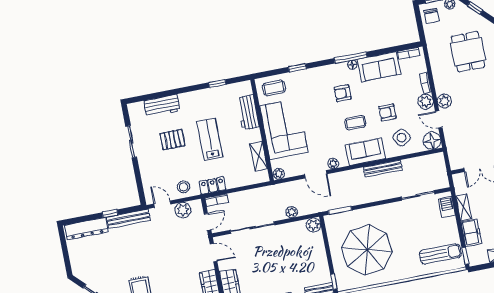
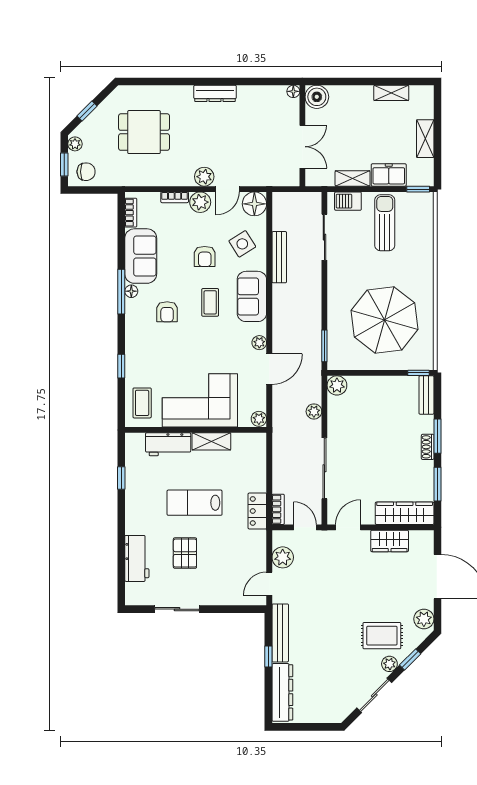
shelving: (259, 156) -> (211, 441), moved
bench: (383, 169) -> (279, 257), moved
stool: (184, 187) -> (252, 551), removed
sun lounger: (440, 254) -> (385, 223), moved

